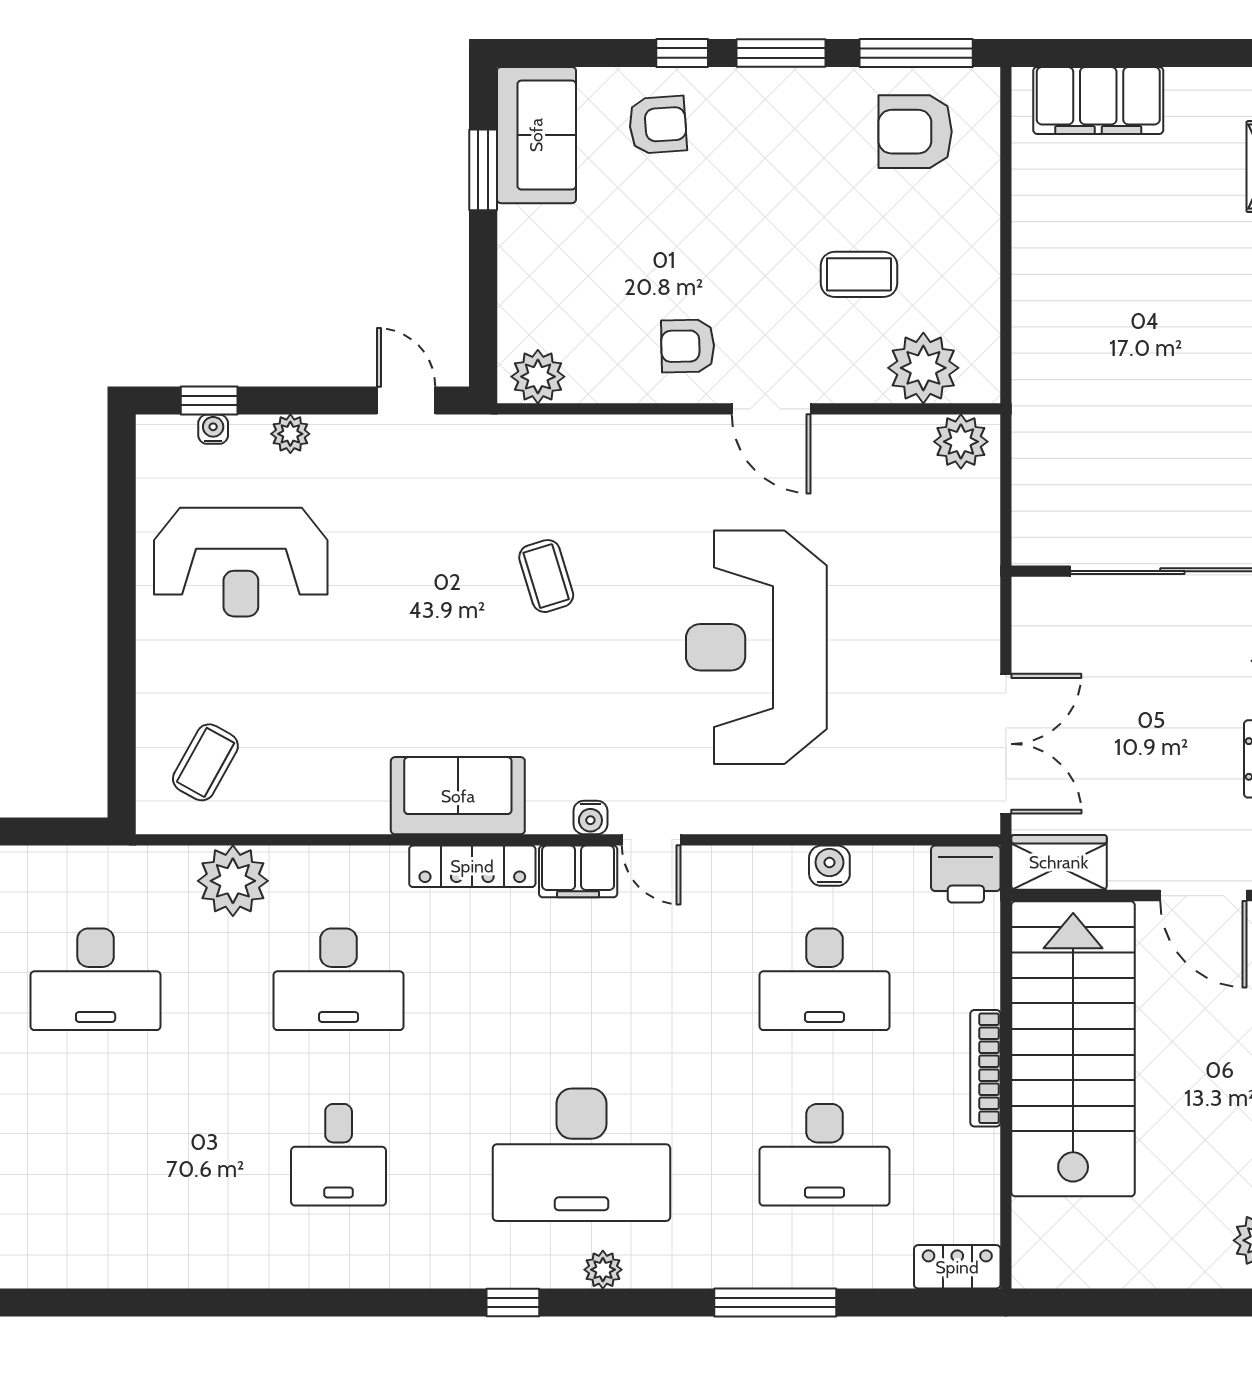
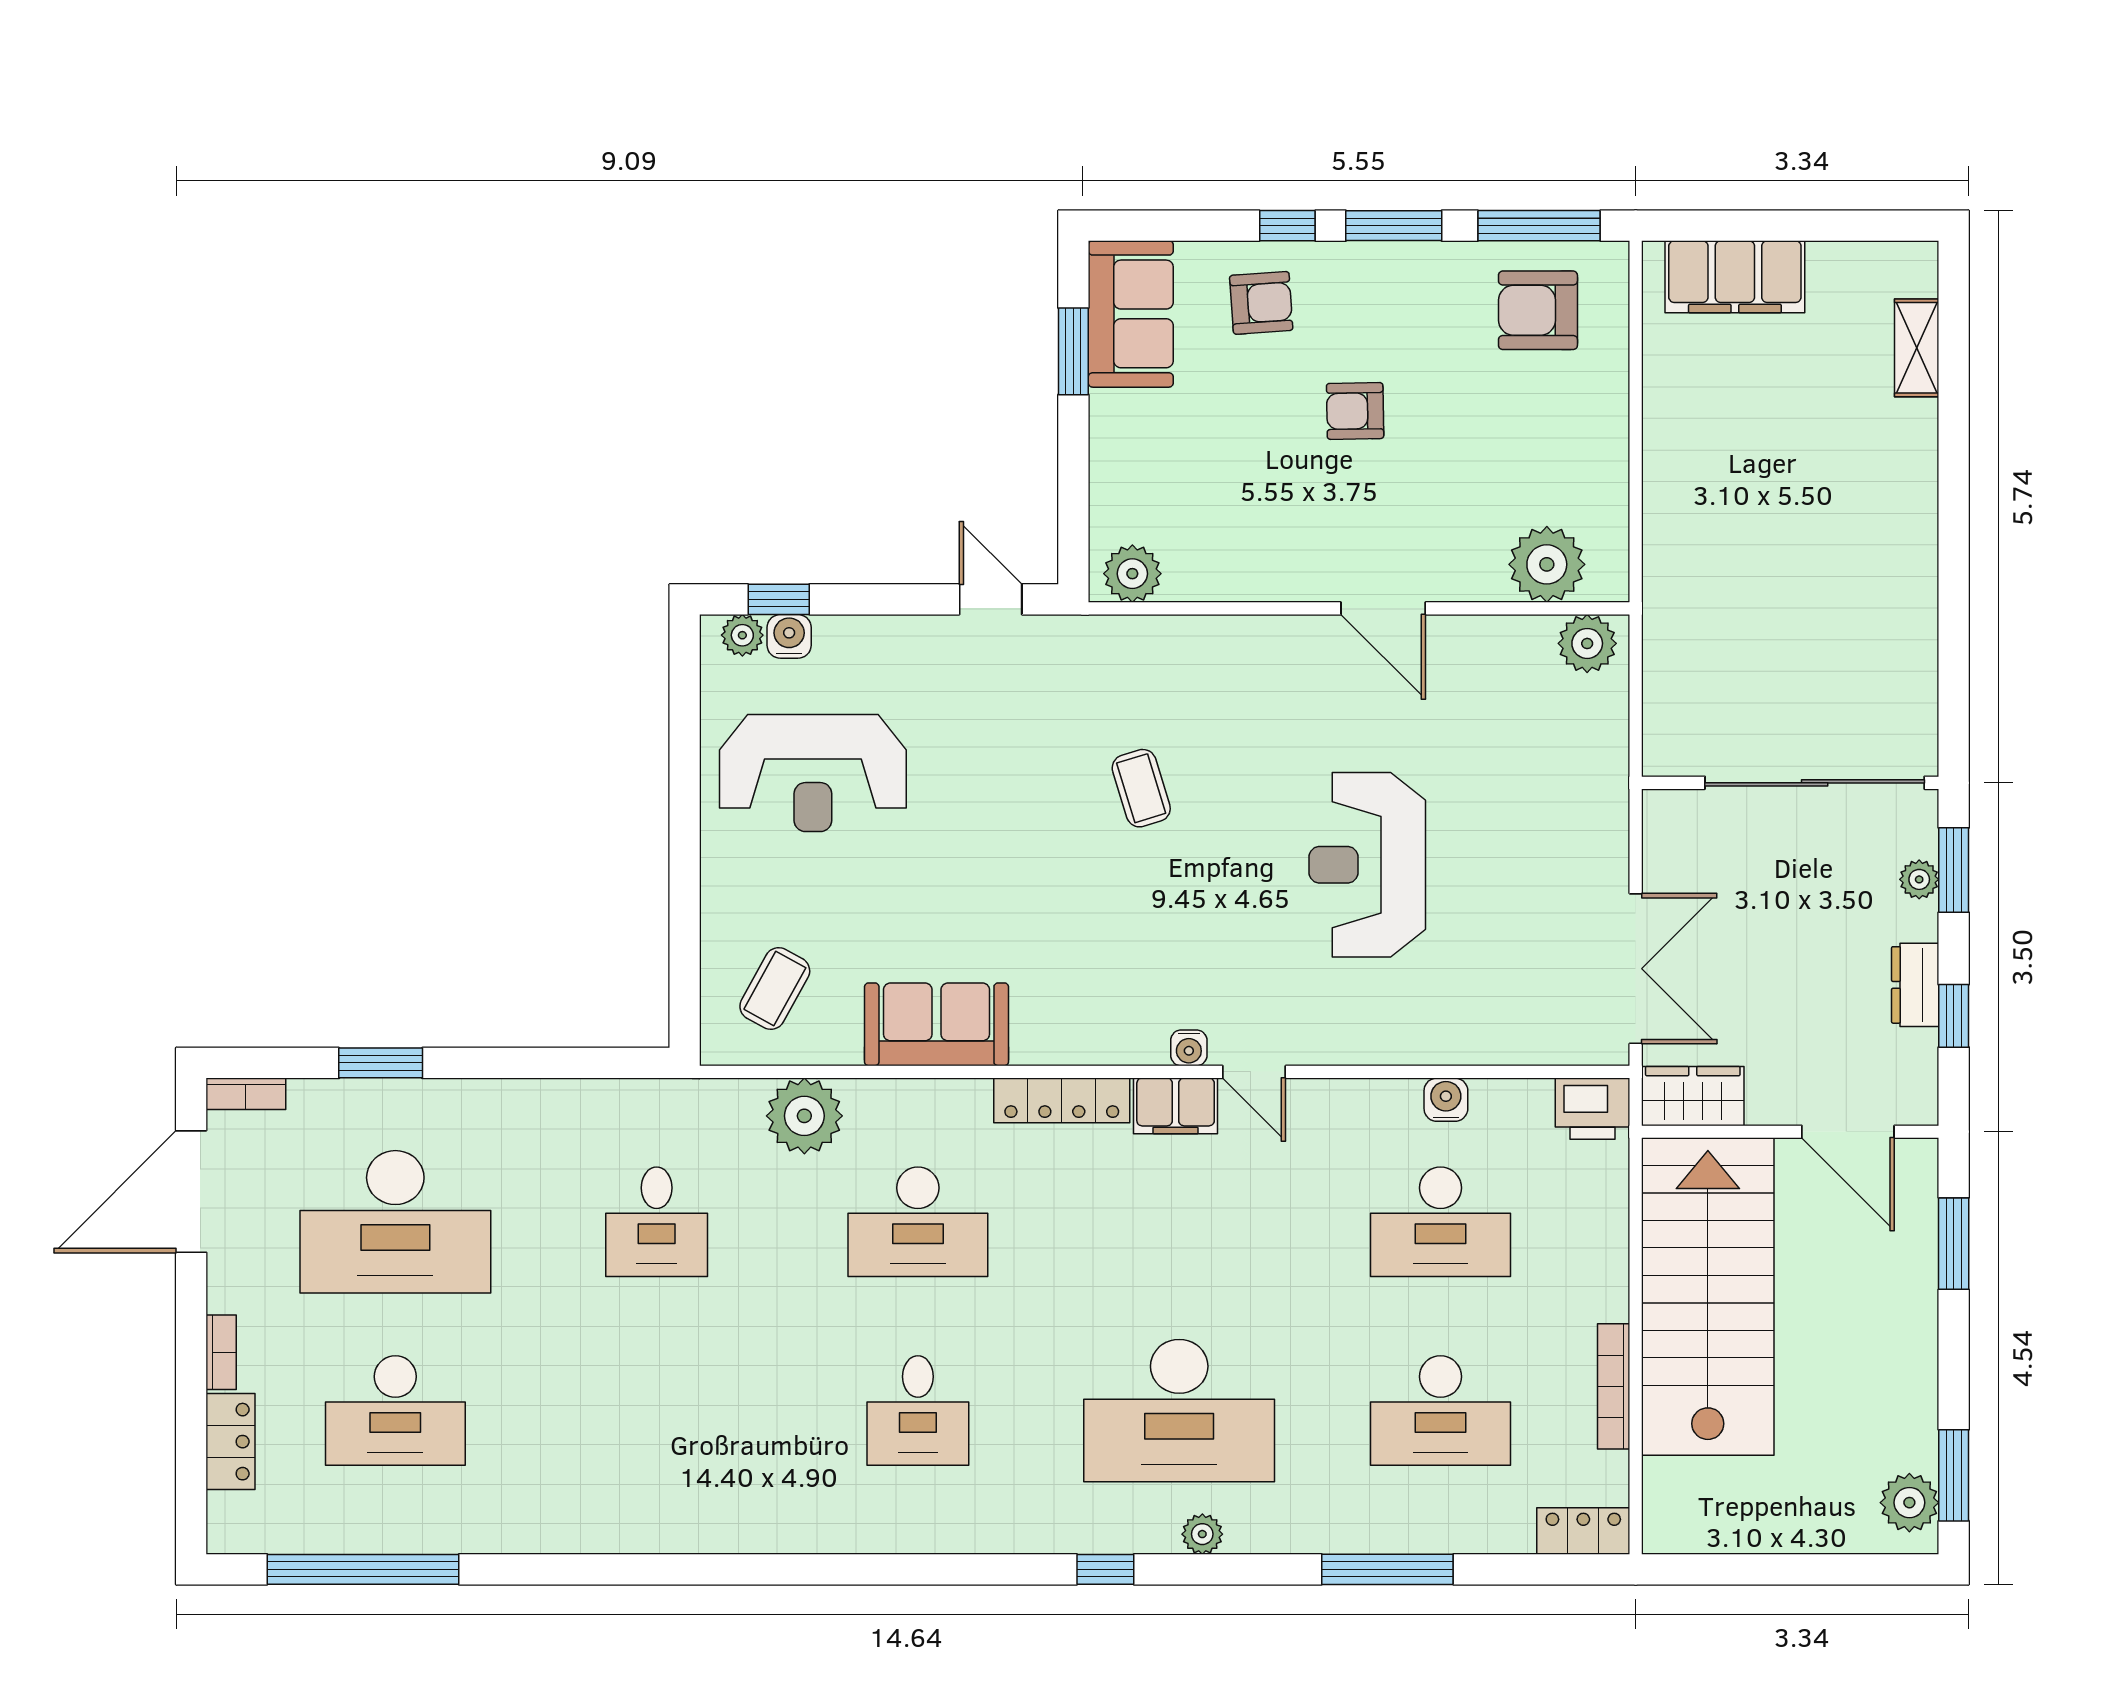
coffee table: (859, 274) -> (1478, 464), removed
armchair: (688, 346) -> (1355, 411), moved
water cooler: (213, 429) -> (789, 636), width x1.38, depth x1.38
plant: (290, 434) -> (742, 635), moved
reception desk: (756, 647) -> (1367, 865), width x0.74, depth x0.77
sofa: (458, 796) -> (936, 1024), moved
desk: (96, 979) -> (657, 1222), width x0.73
bookcase: (985, 1068) -> (1614, 1386), moved

